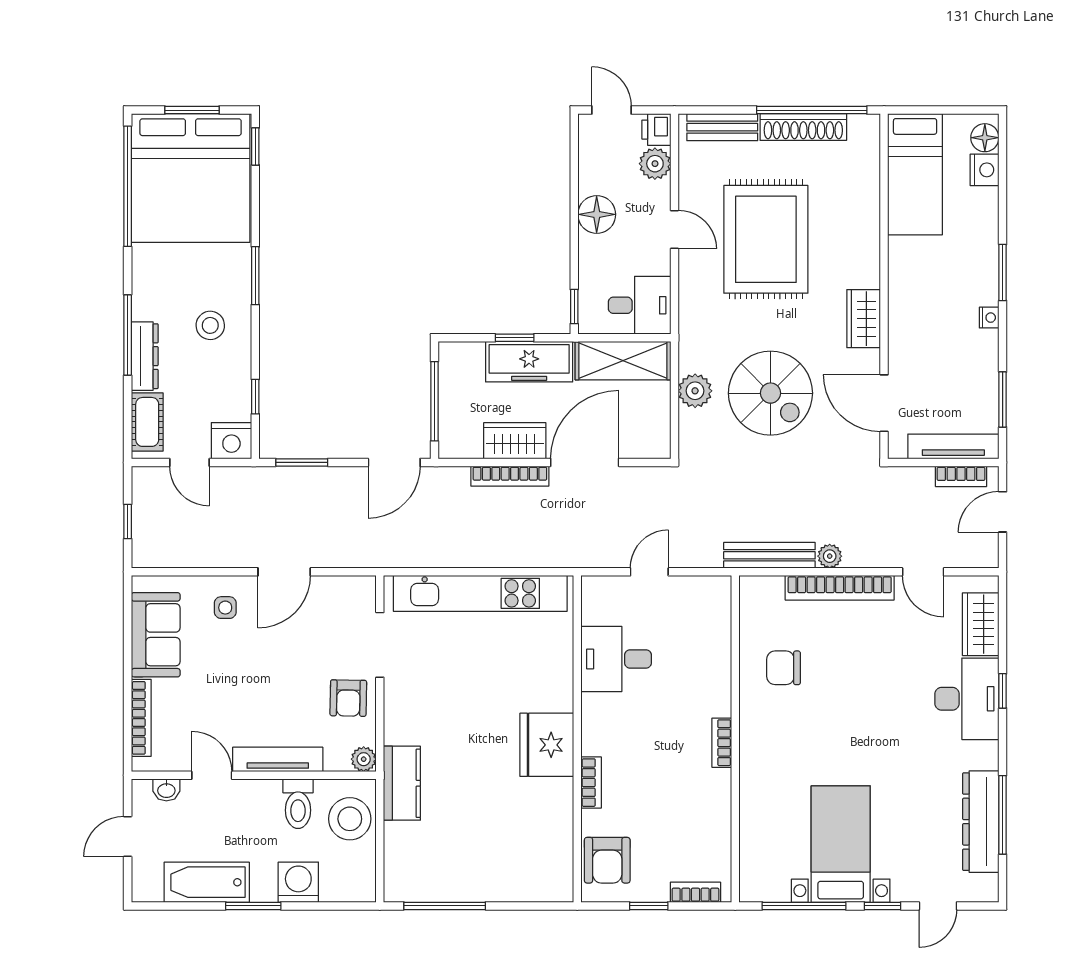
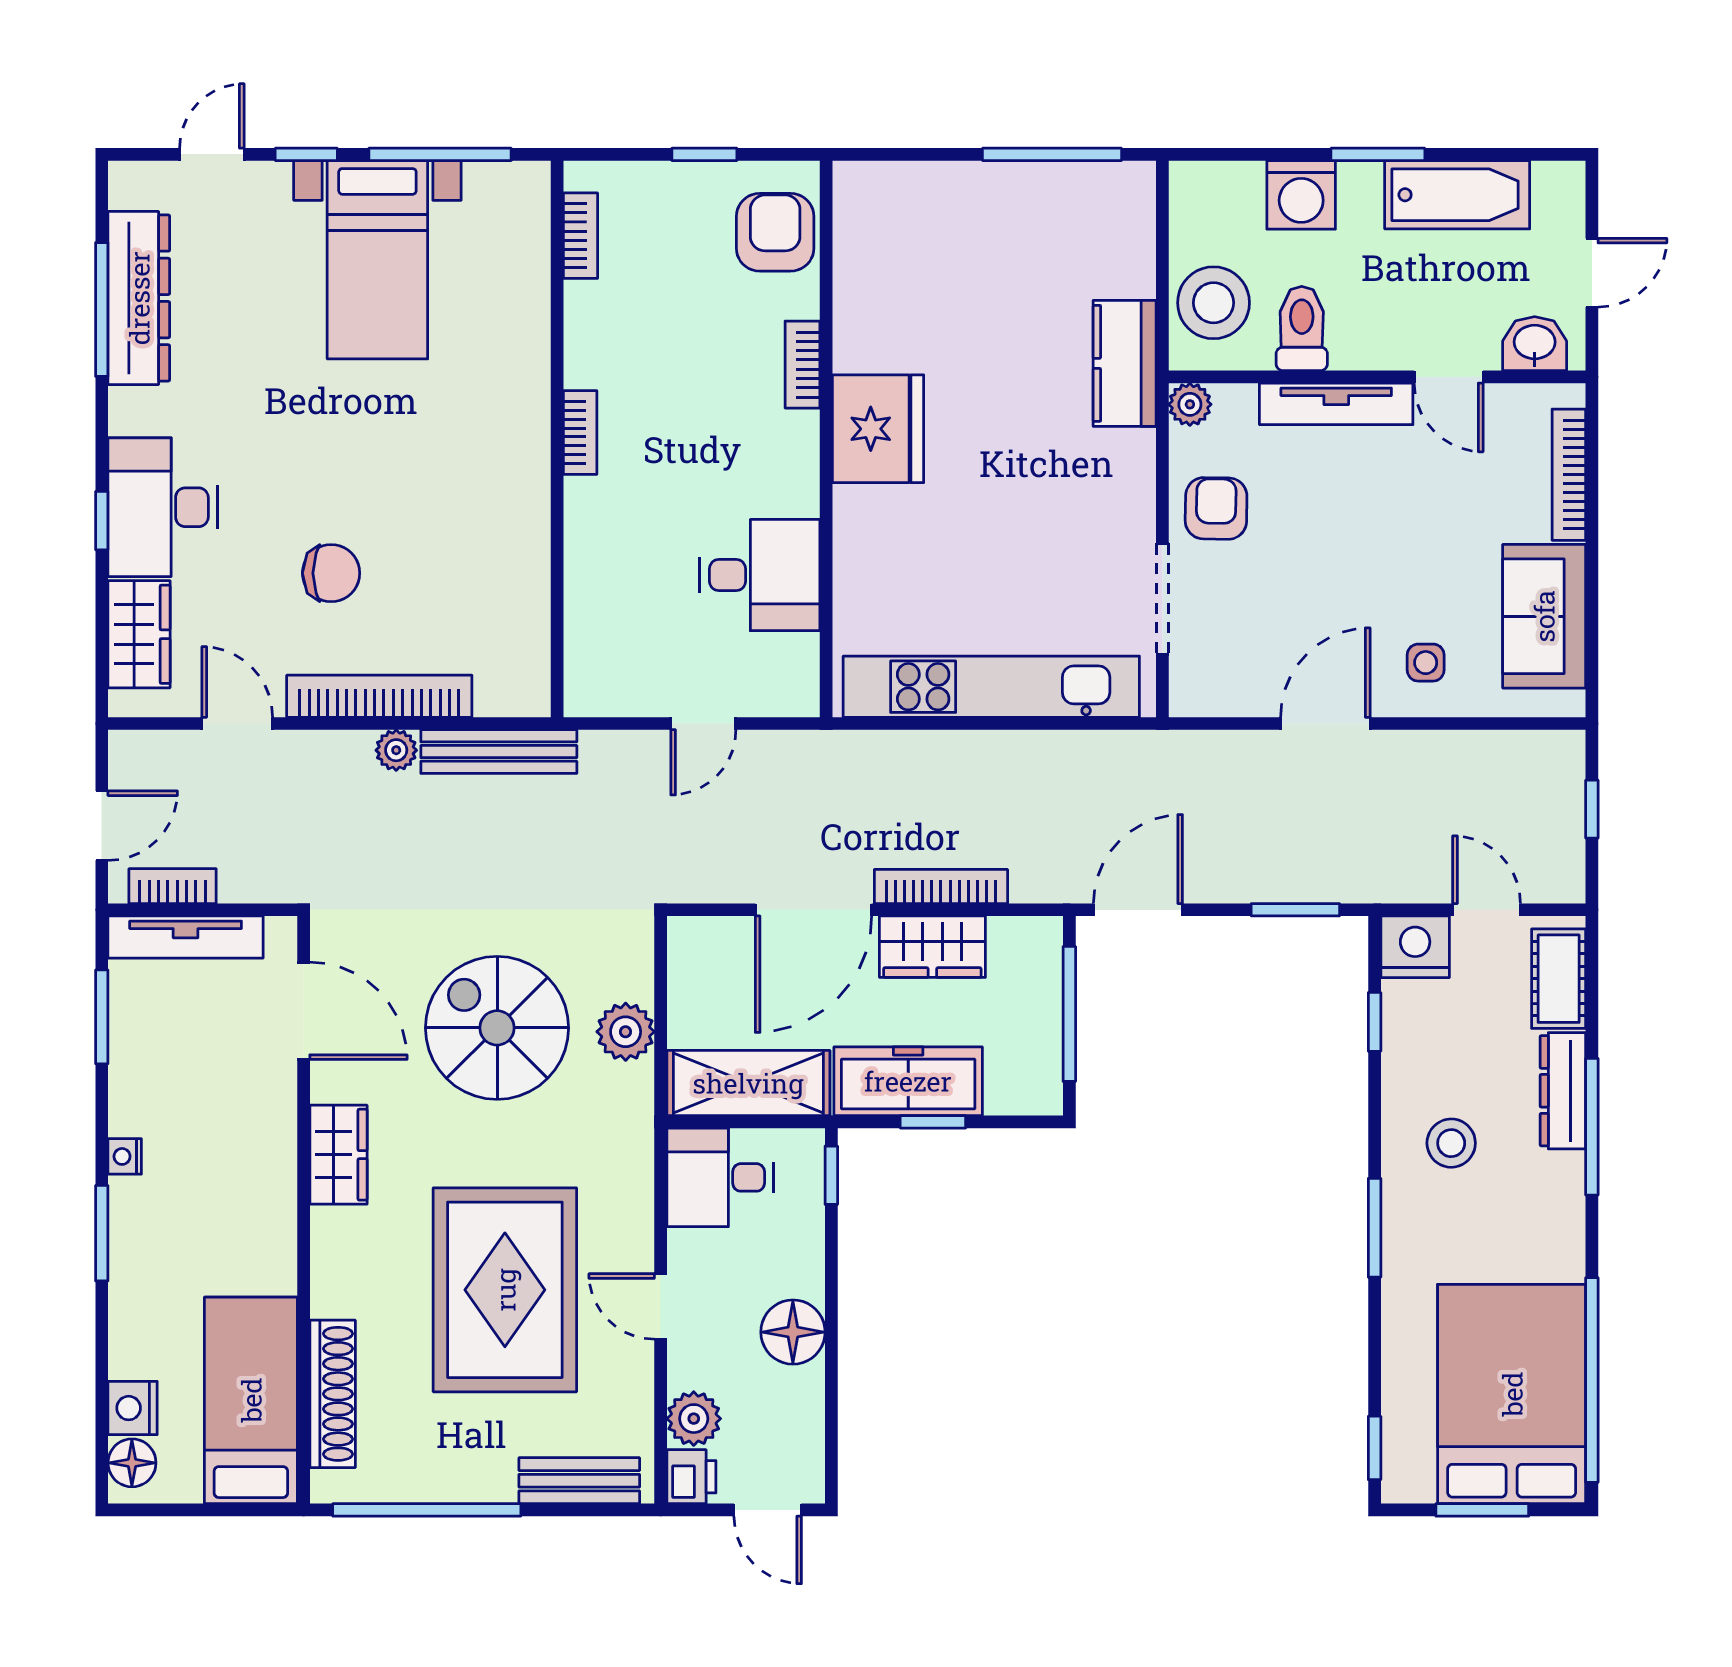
shoe rack: (803, 127) -> (333, 1394), moved, turned 90
bed: (191, 178) -> (1512, 1394), width x0.73
chair: (784, 668) -> (331, 573), moved
washbasin: (166, 790) -> (1535, 344), width x1.38, depth x1.45
bookcase: (695, 892) -> (580, 236), moved, turned -90

